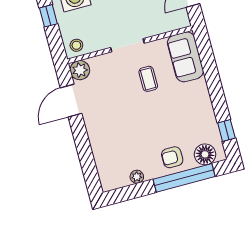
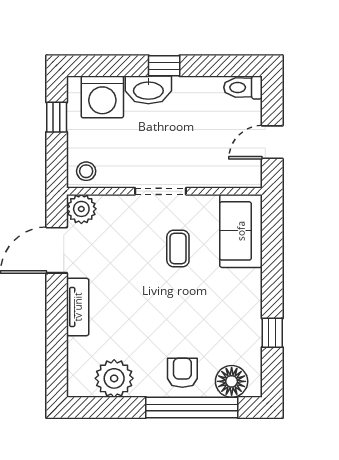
window: (226, 130) -> (272, 333), moved
tv unit: (94, 133) -> (78, 307), added
armchair: (172, 157) -> (182, 373), turned 90
plant: (137, 177) -> (114, 378), width x1.87, depth x1.87

